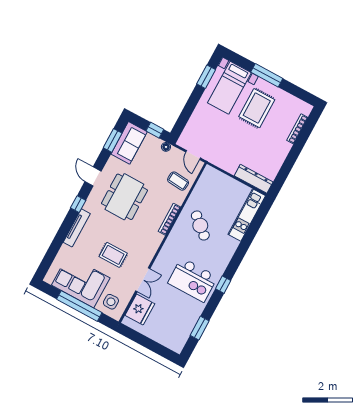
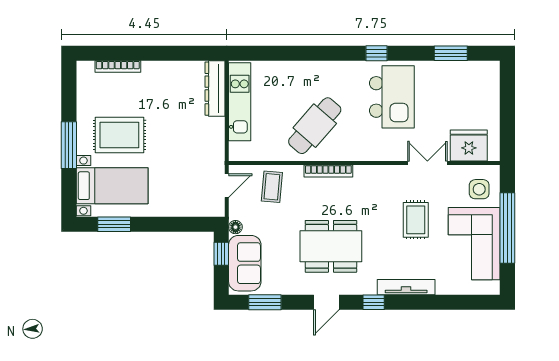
sofa: (129, 143) -> (245, 263), moved, turned 90
kitchen unit: (247, 215) -> (240, 102), moved, turned -90
cafe table: (200, 226) -> (315, 126), width x1.37, depth x1.35

